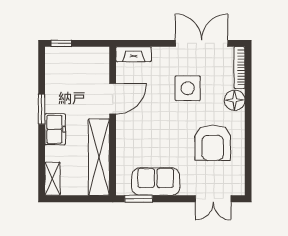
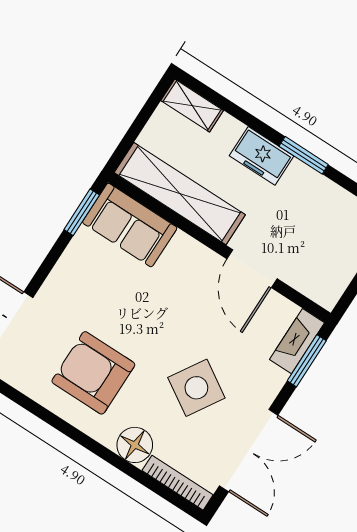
window: (140, 43) -> (307, 361), added
side table: (188, 88) -> (196, 388), turned 32
sofa: (156, 182) -> (130, 225), moved, turned 90

